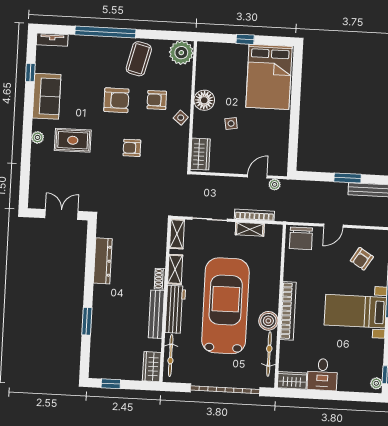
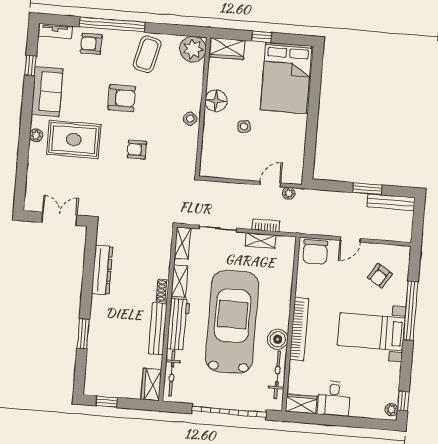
armchair: (157, 100) -> (91, 44), moved
rug: (73, 140) -> (74, 140), width x1.36, depth x1.43
wardrobe: (200, 154) -> (227, 49), moved, turned 90
bookcase: (254, 215) -> (266, 225), width x0.64

